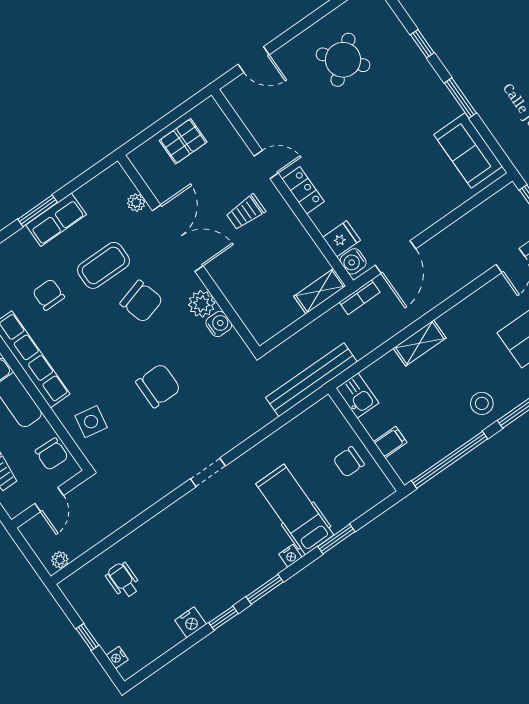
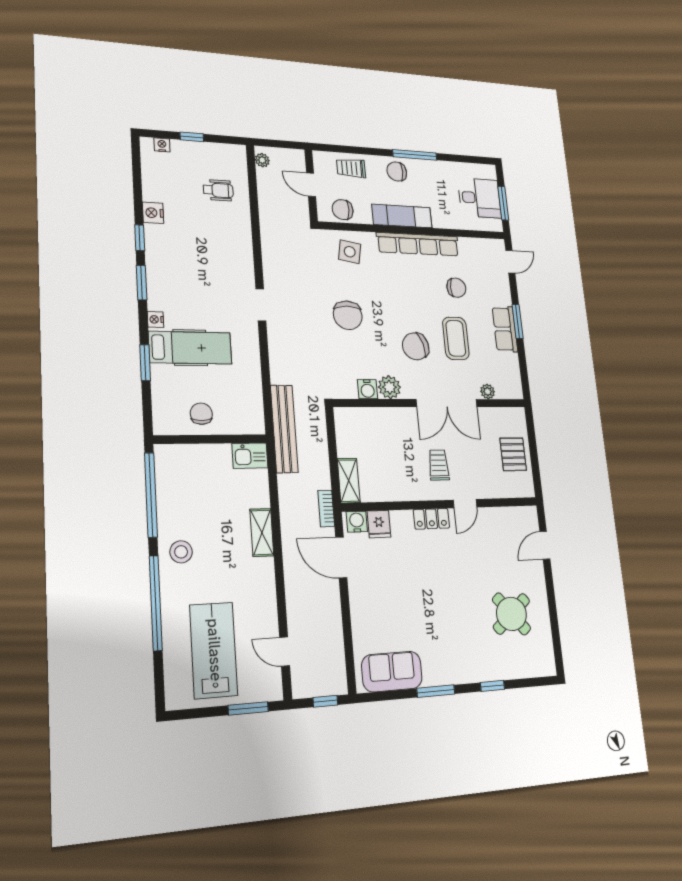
filing cabinet: (390, 442) -> (196, 457), removed

